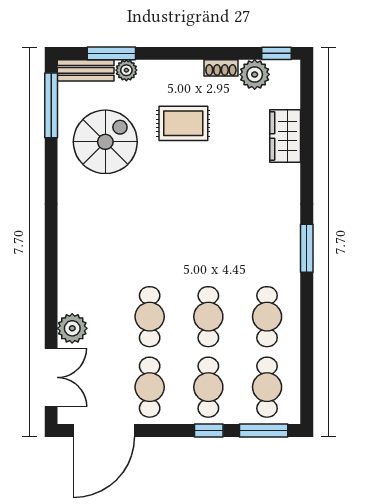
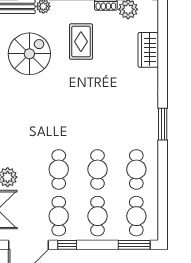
rug: (183, 123) -> (81, 42), turned 90
window: (209, 431) -> (67, 245), moved

